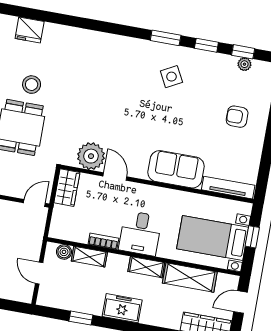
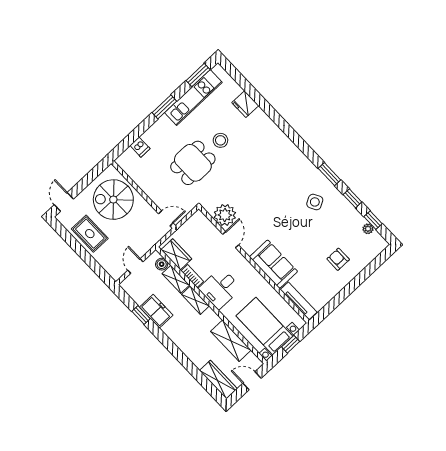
wardrobe: (67, 188) -> (176, 254), moved, turned -90
shelving: (146, 267) -> (195, 300), moved
freezer: (122, 308) -> (156, 311), moved

